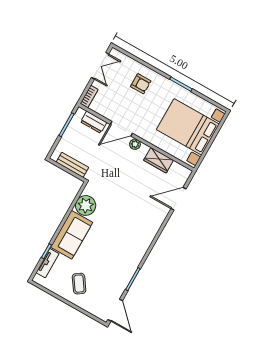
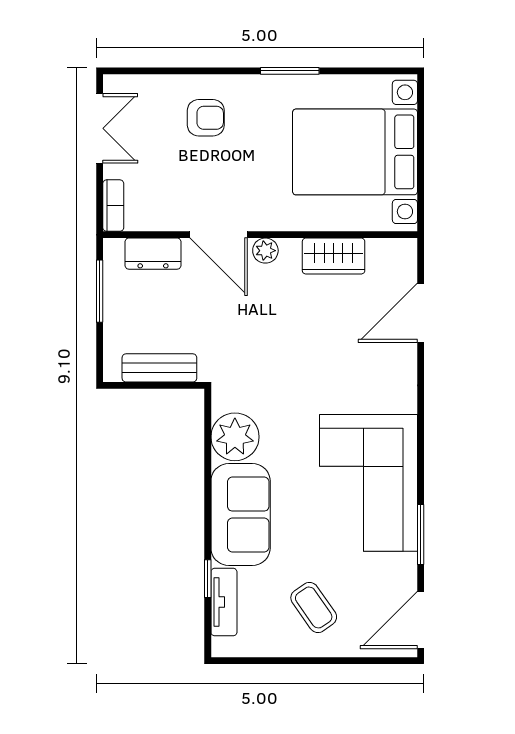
door: (121, 129) -> (219, 235), hinge flipped
corner sofa: (125, 250) -> (369, 483), added
door: (115, 310) -> (421, 620), swing flipped

